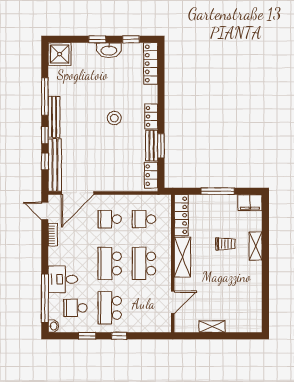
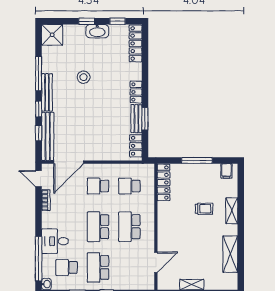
stool: (114, 118) -> (84, 77), moved
filing cabinet: (250, 203) -> (226, 171), width x0.50
shelving: (182, 257) -> (230, 254), moved

